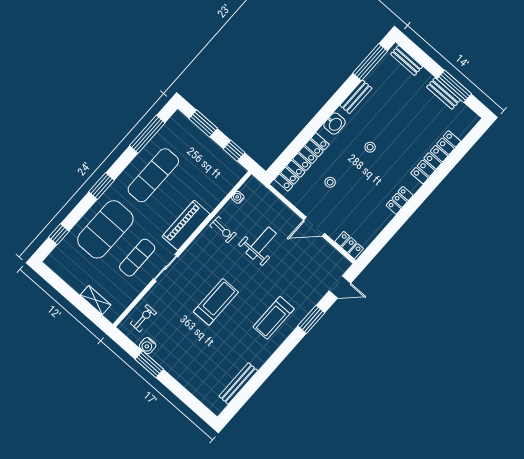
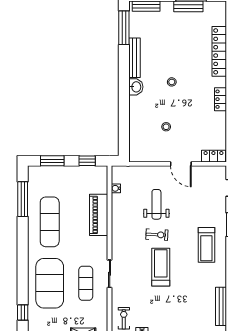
bench: (356, 97) -> (134, 58), width x1.36
locker: (302, 162) -> (137, 130), removed
window: (101, 186) -> (23, 258), removed
piano: (186, 225) -> (99, 215), moved
door: (314, 227) -> (181, 164), hinge flipped
exercise bike: (223, 230) -> (157, 235), moved

